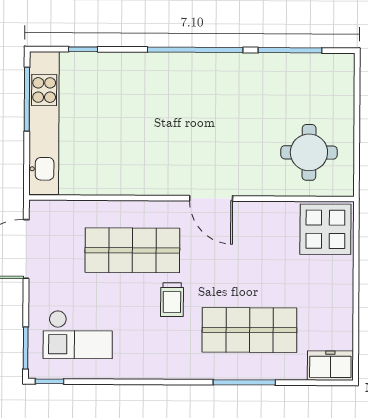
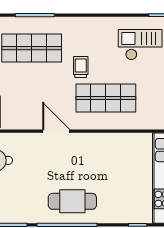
cafe table: (186, 87) -> (72, 201), added

